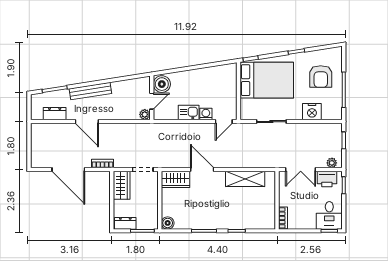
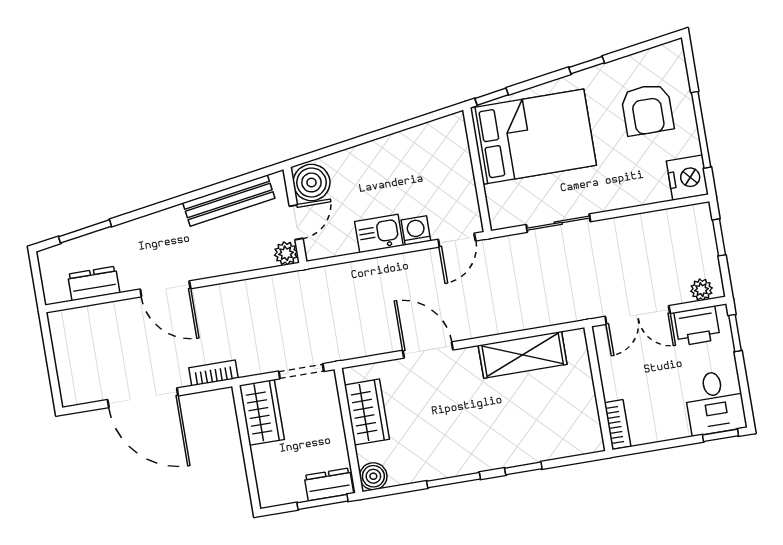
bench: (90, 91) -> (229, 201), moved
nightstand: (312, 112) -> (687, 178), moved, turned -90
wardrobe: (175, 179) -> (367, 412), moved, turned -90
dresser: (125, 223) -> (329, 484), moved

